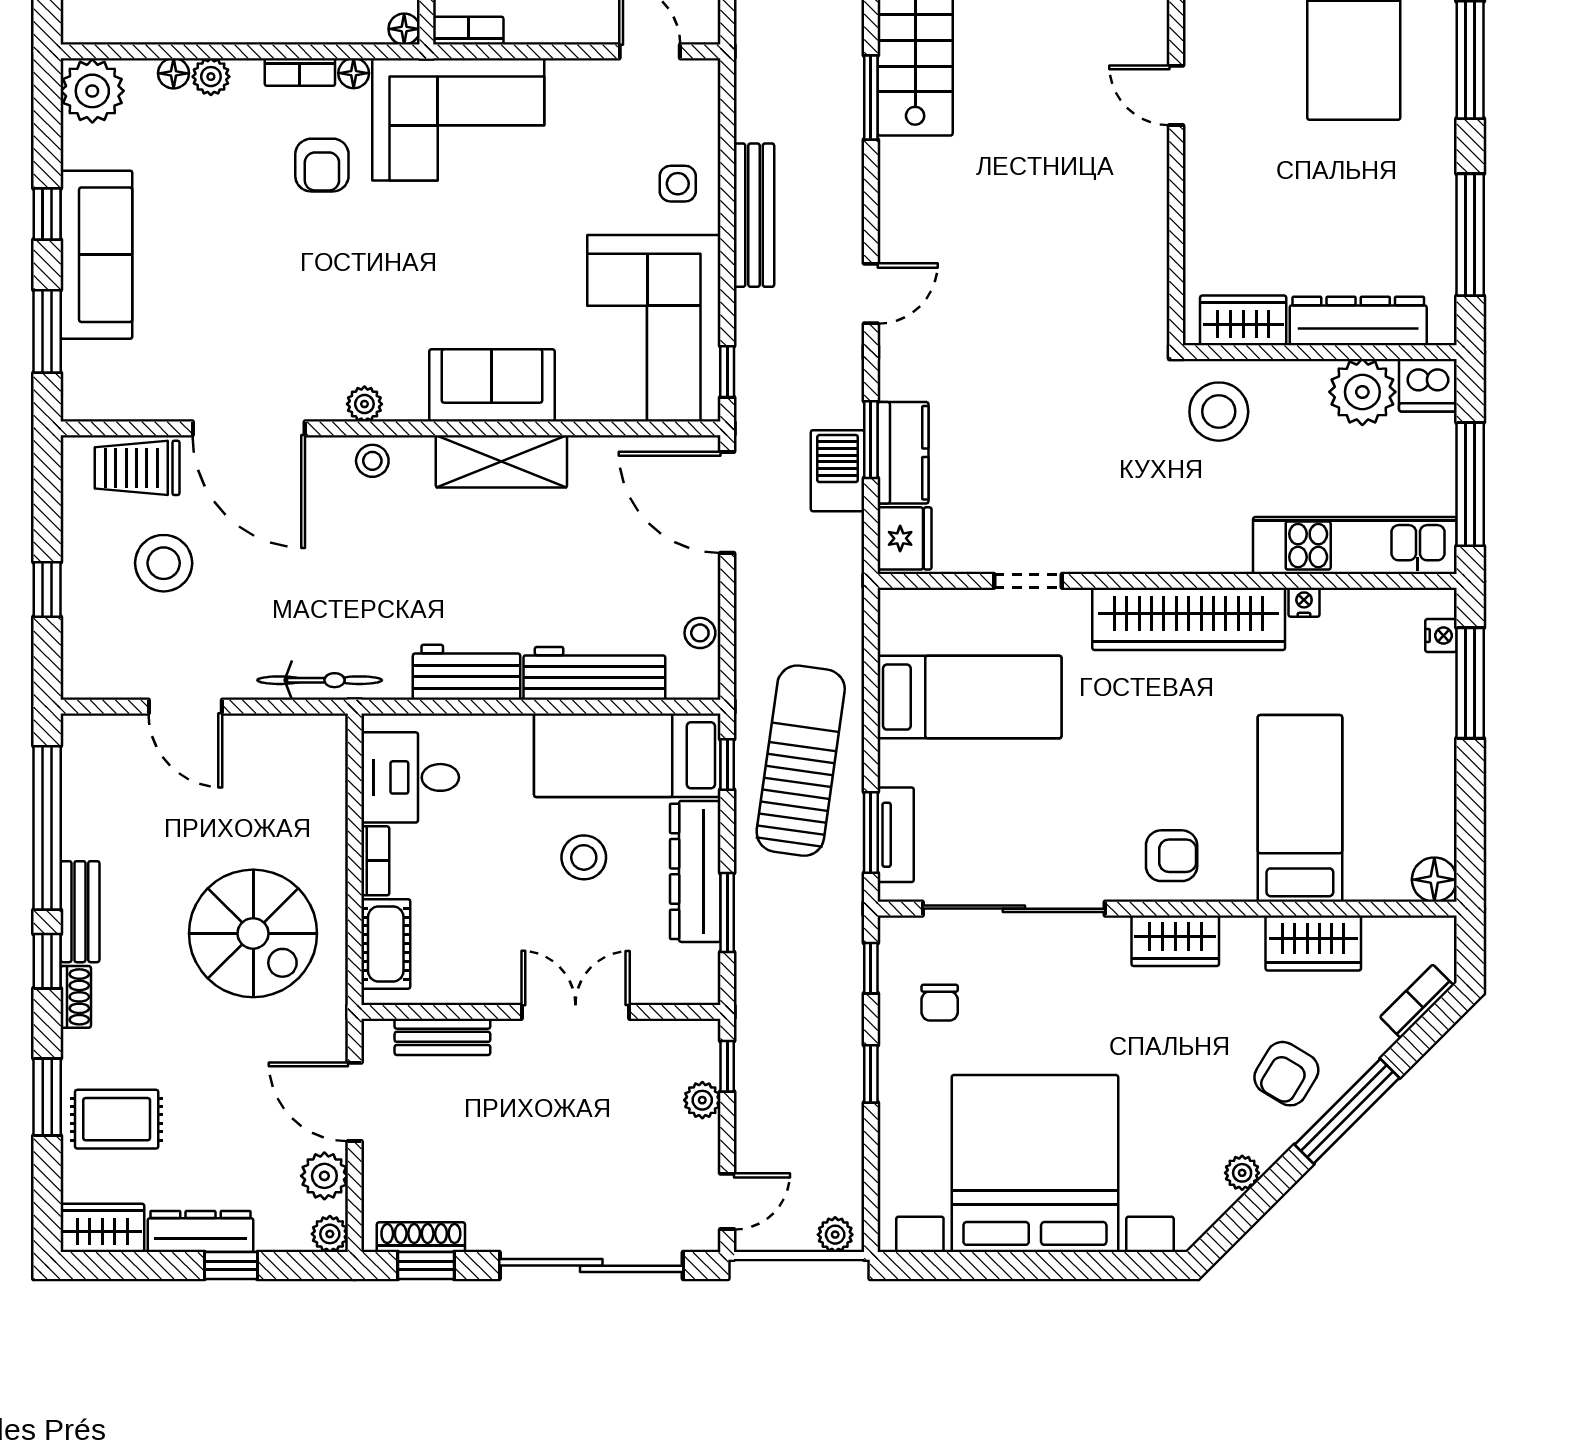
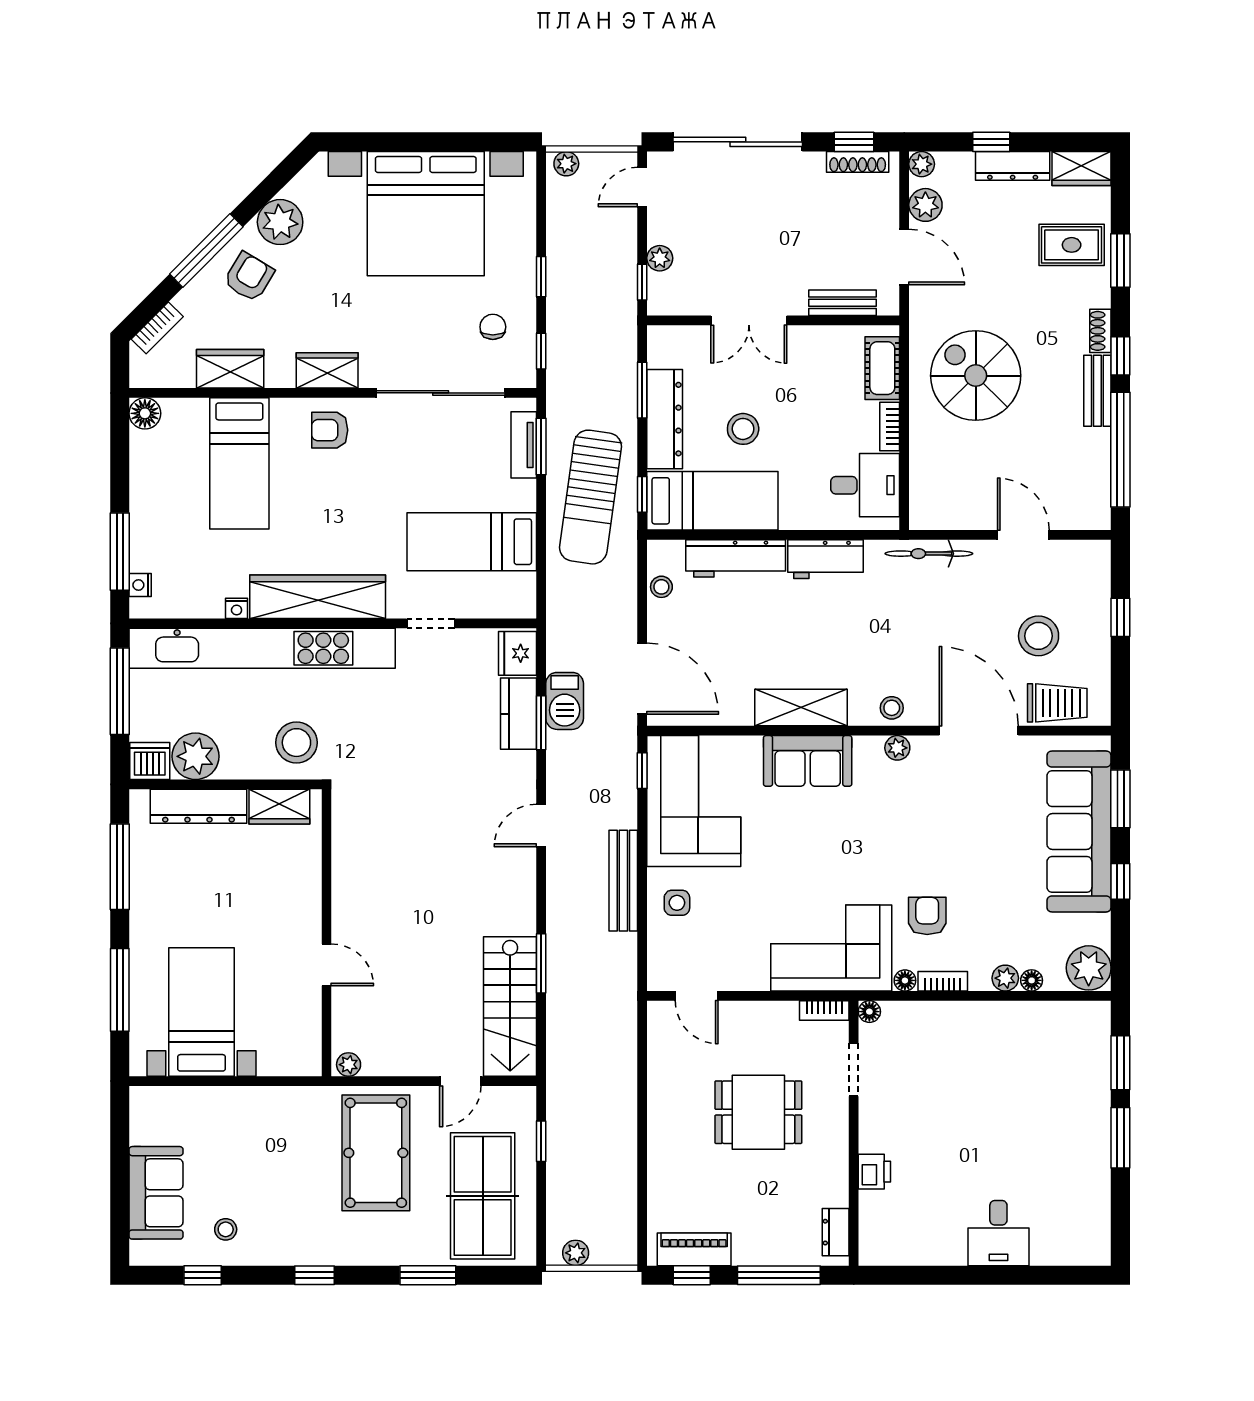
sofa: (96, 255) -> (1079, 831), width x1.36, depth x1.27
kitchen unit: (1355, 546) -> (262, 648), width x1.86
plant: (1242, 1173) -> (280, 222), width x1.88, depth x1.88

